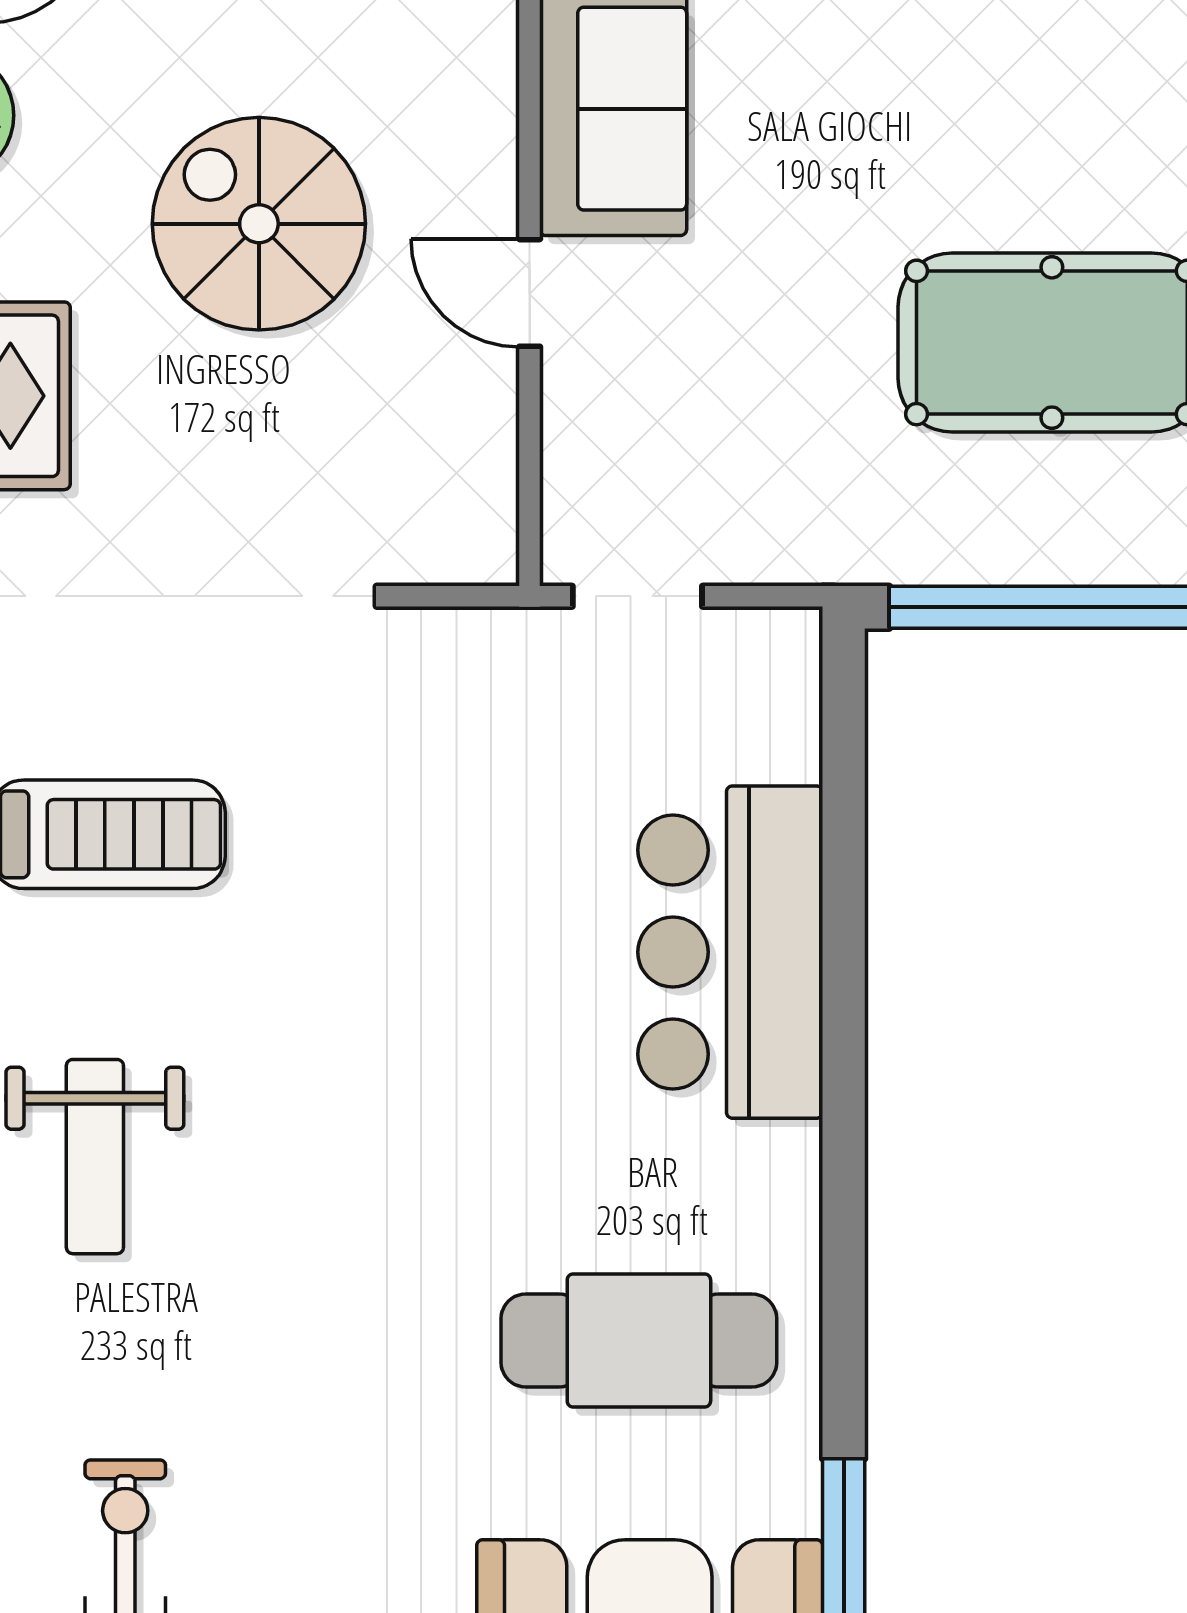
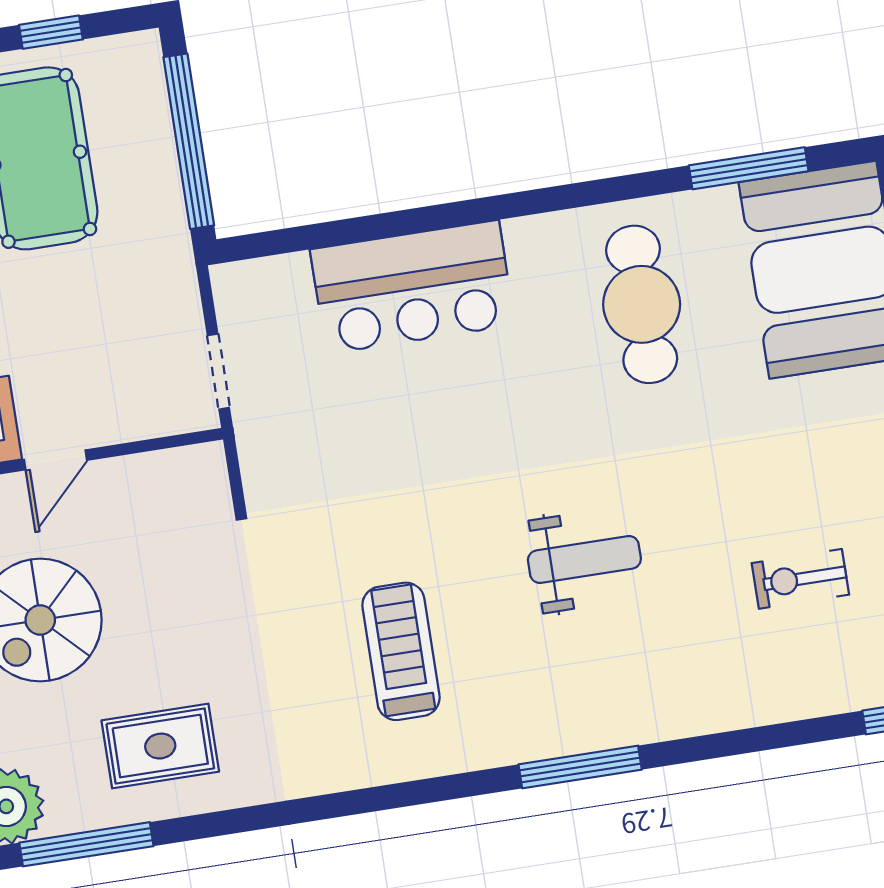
weight bench: (95, 1157) -> (584, 559), moved

